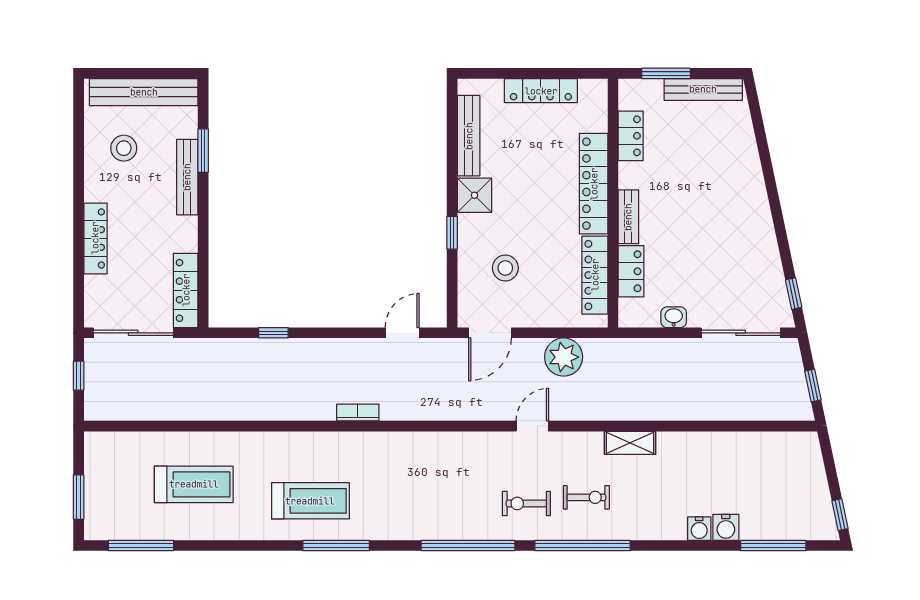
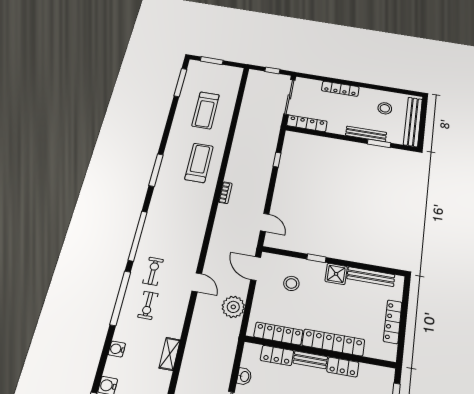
locker: (631, 136) -> (343, 367), moved
shelving: (630, 443) -> (170, 354), moved
treadmill: (310, 501) -> (199, 163), moved, turned 180
water cooler: (699, 529) -> (117, 349), moved

